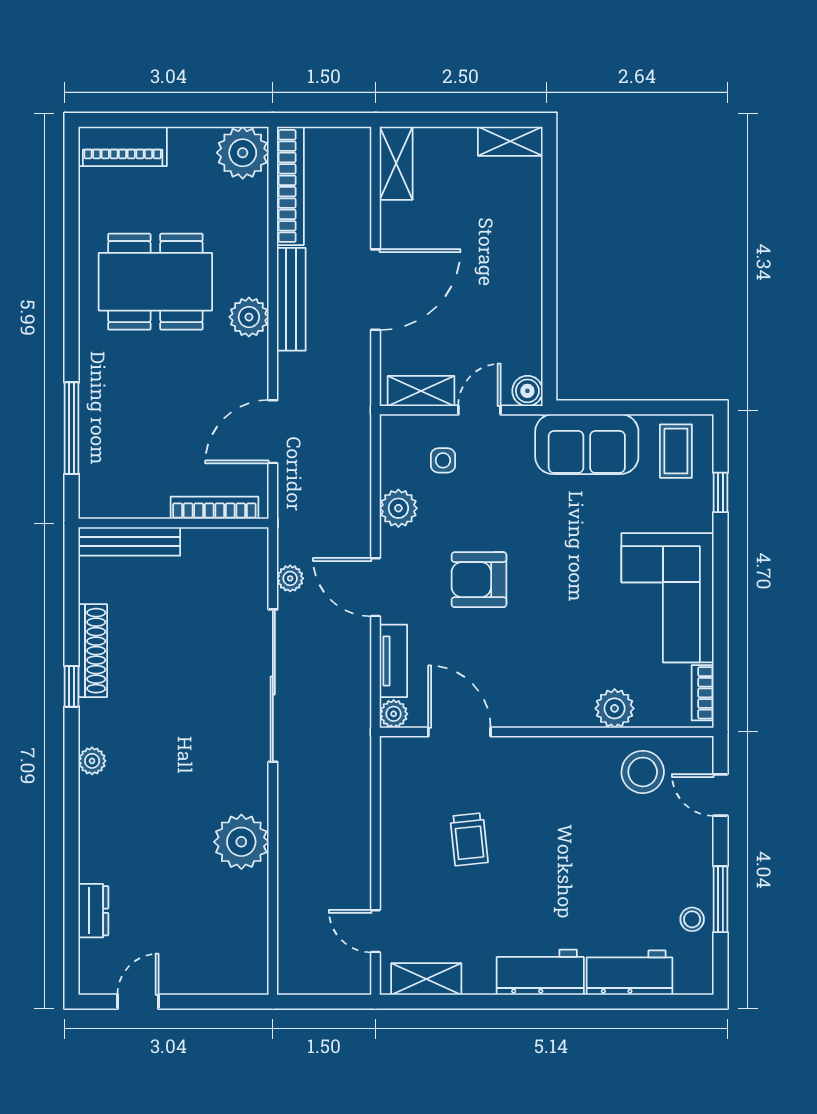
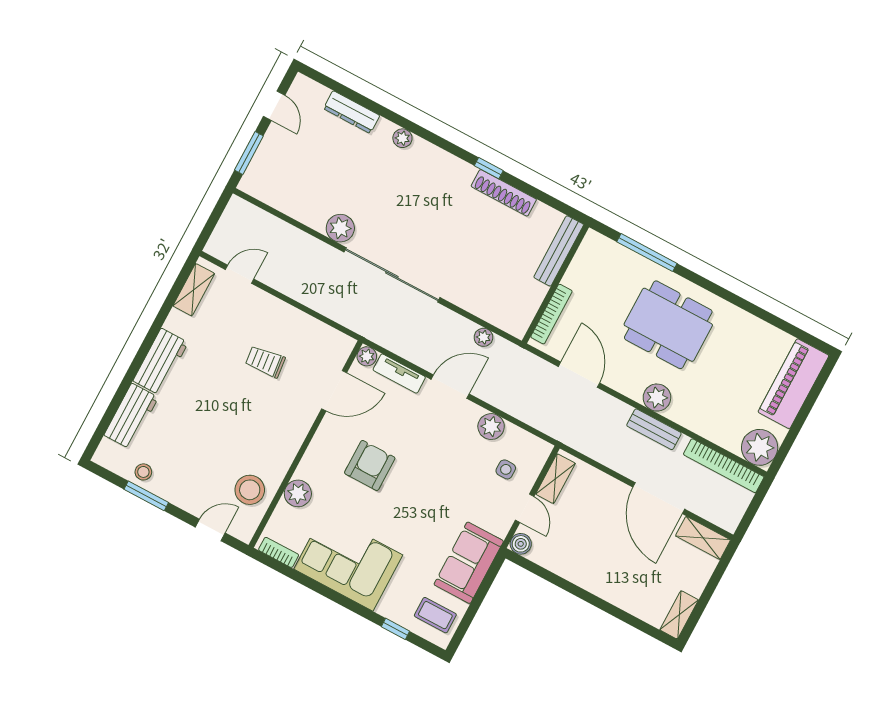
piano: (123, 146) -> (793, 384), width x1.37, depth x1.33
dining table: (155, 282) -> (668, 325), moved, turned 90
door: (375, 290) -> (659, 498), moved
bench: (291, 299) -> (654, 429), width x0.73
armchair: (479, 580) -> (370, 465), moved
sliding door: (273, 686) -> (392, 275), moved
plant: (92, 761) -> (402, 138), moved
plant: (241, 842) -> (340, 228), width x0.73, depth x0.73
dresser: (93, 911) -> (352, 112), width x1.44
window: (215, 1002) -> (249, 153), added

